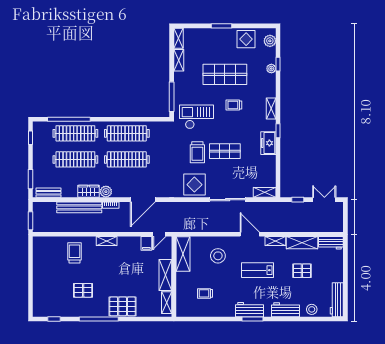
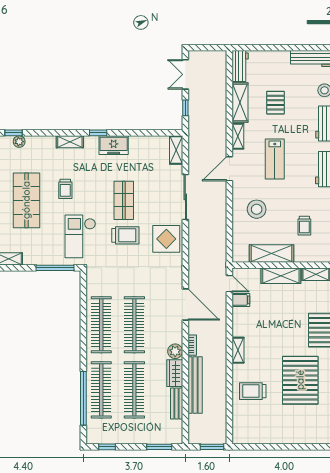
bench: (49, 193) -> (177, 403), moved
shelving: (183, 254) -> (271, 254), moved
pallet: (83, 290) -> (300, 380), width x2.05, depth x2.00

